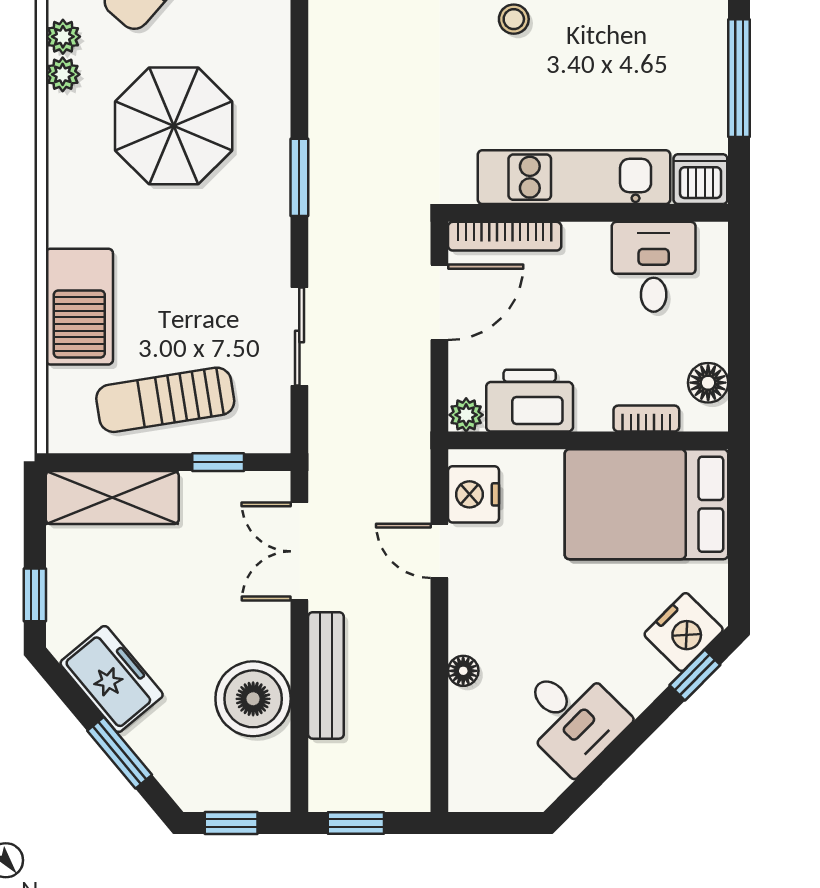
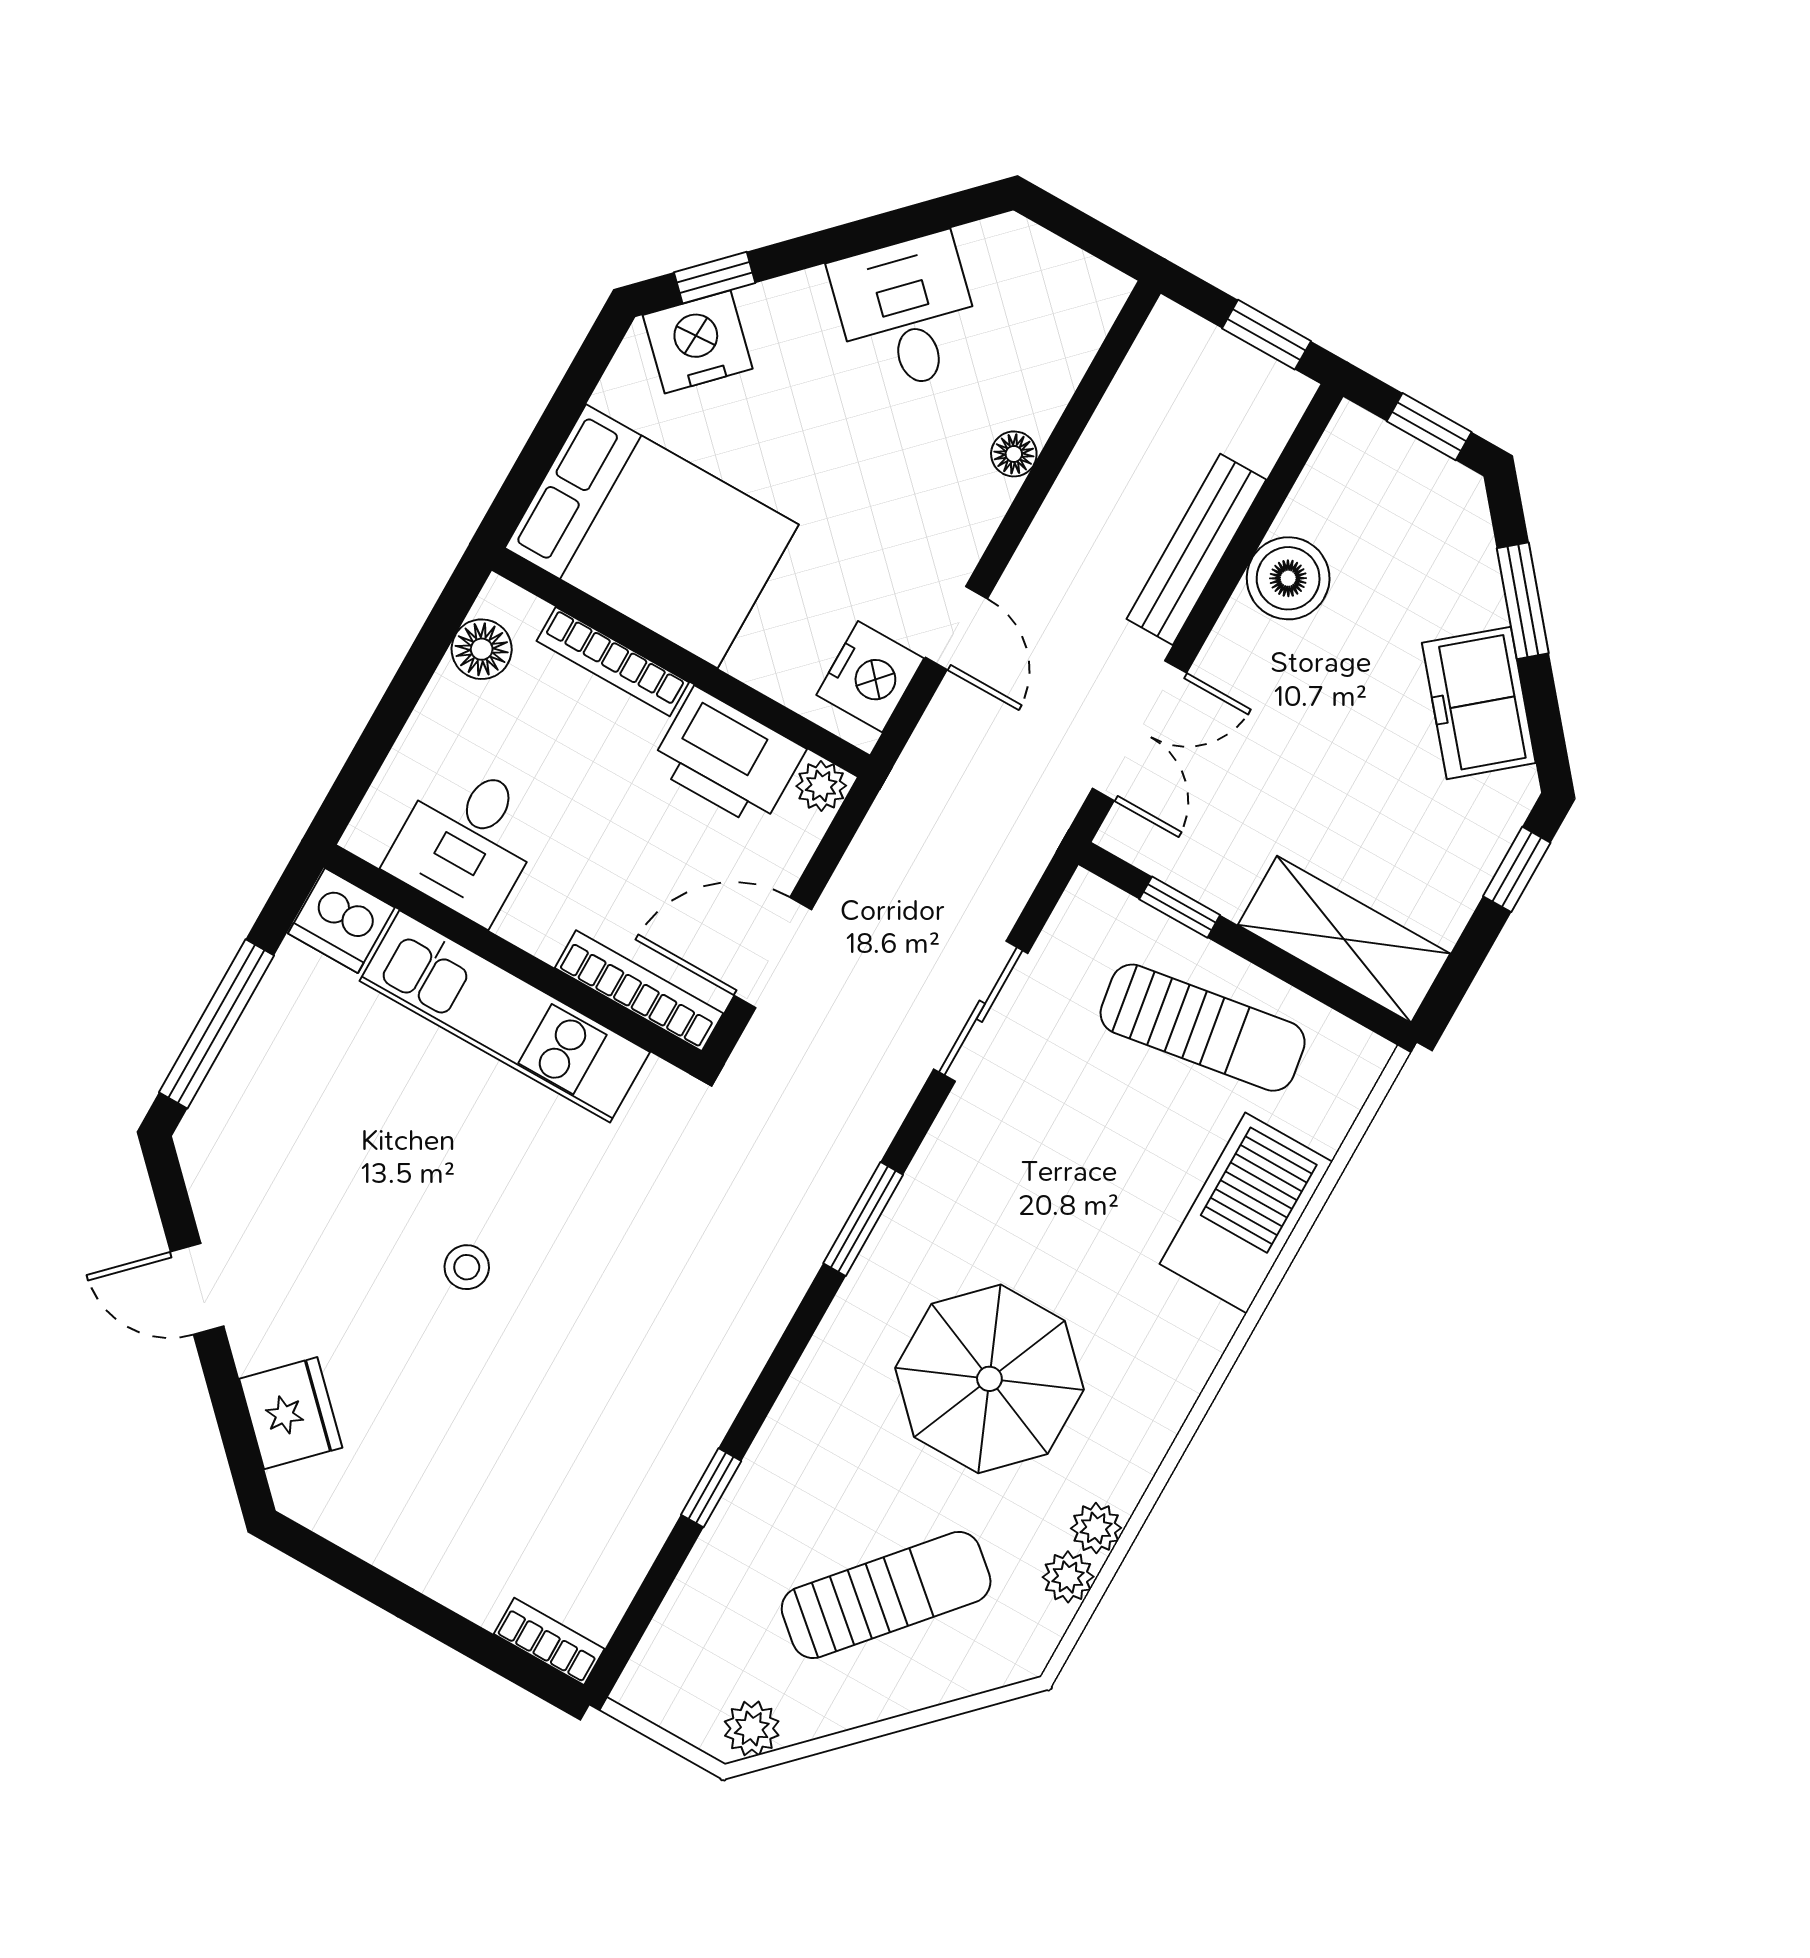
bookcase: (646, 419) -> (613, 662), width x1.56
boiler: (253, 699) -> (1288, 578), width x0.73, depth x0.73

